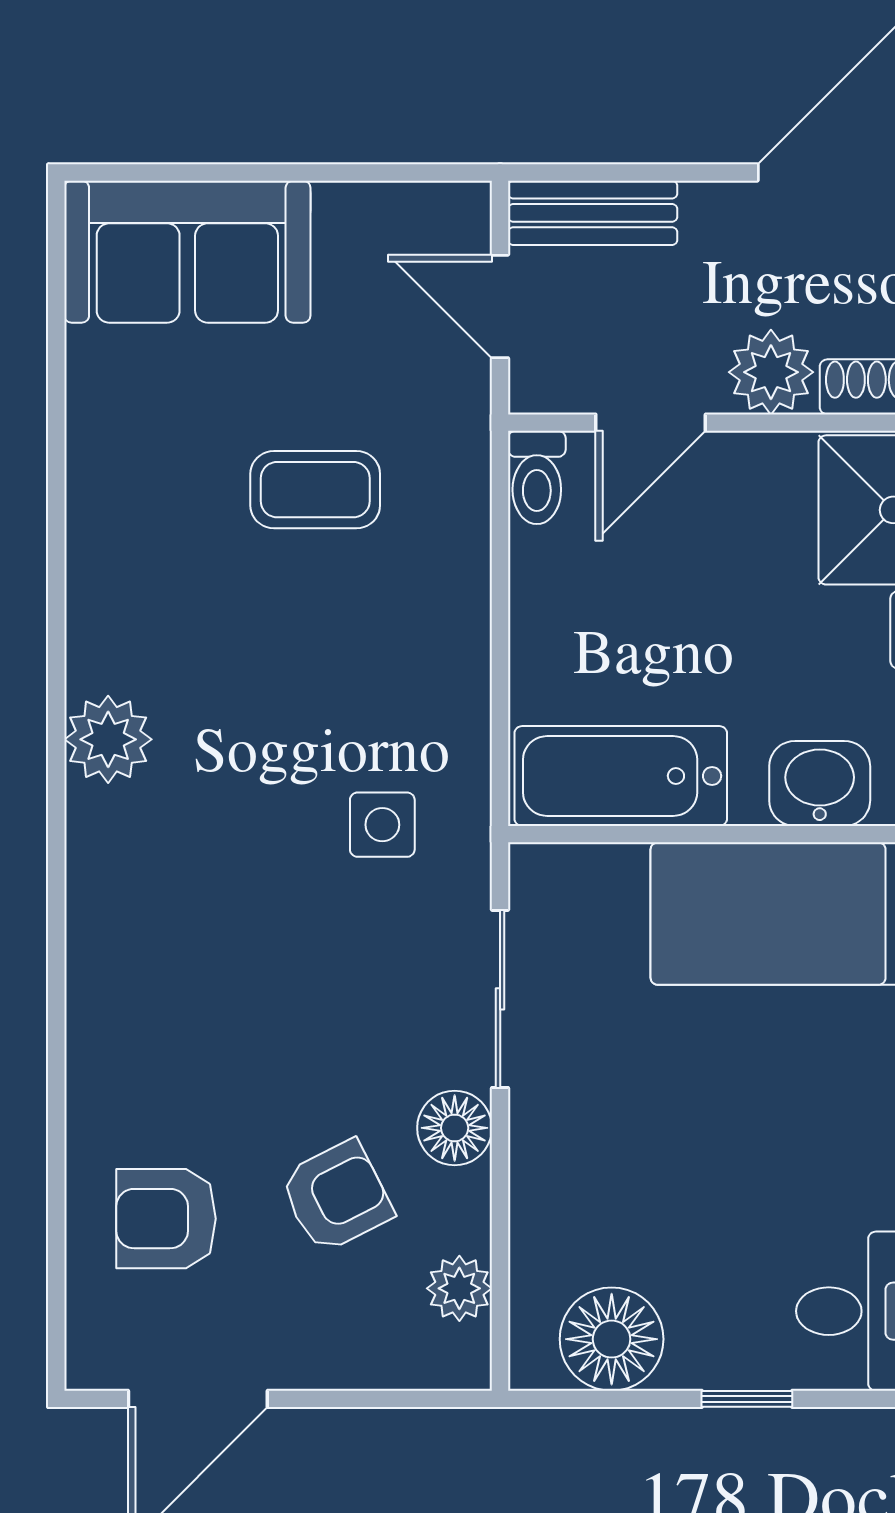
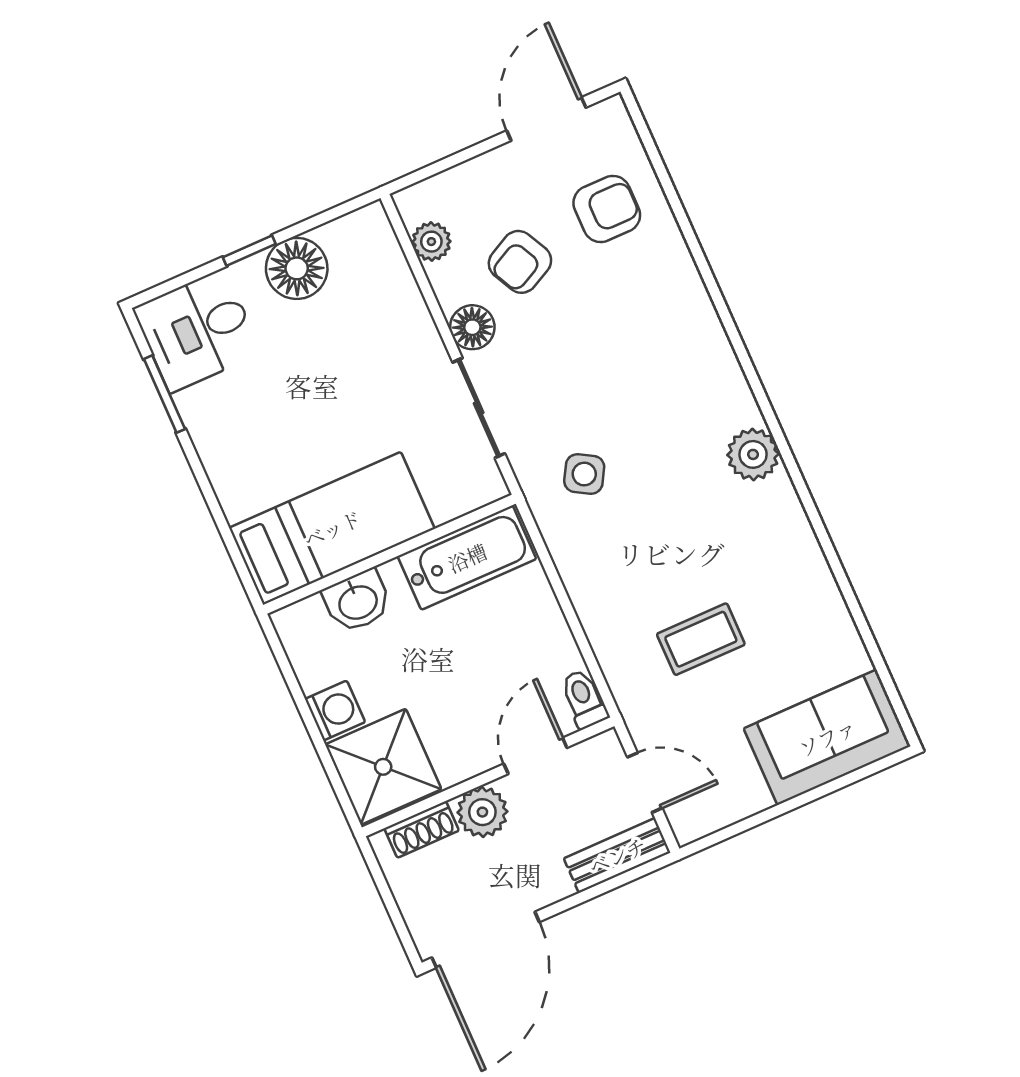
side table: (382, 825) -> (584, 474), turned 30
floor lamp: (612, 1339) -> (297, 268), moved

